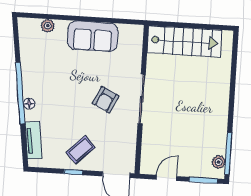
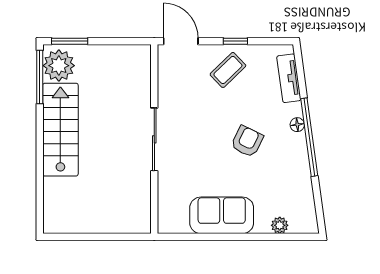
stairs: (184, 41) -> (60, 130), moved, turned 90
armchair: (105, 100) -> (247, 141), moved
plant: (219, 162) -> (59, 66), width x1.88, depth x1.88
door: (166, 178) -> (117, 41), removed

